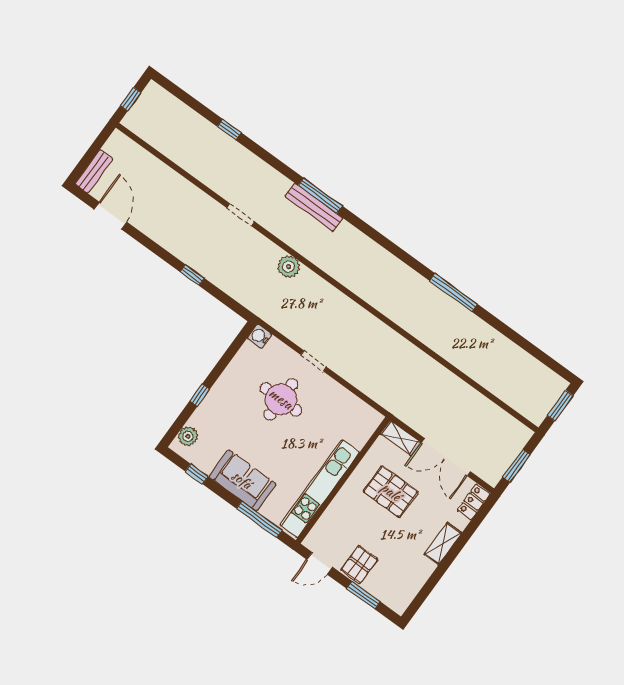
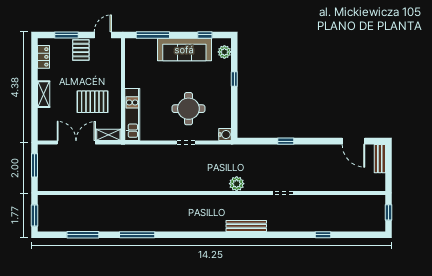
window: (320, 196) -> (83, 235), moved
sofa: (242, 480) -> (184, 50), width x1.36
kitchen unit: (320, 489) -> (132, 114), moved, width x0.73
locker: (474, 502) -> (43, 57), moved

